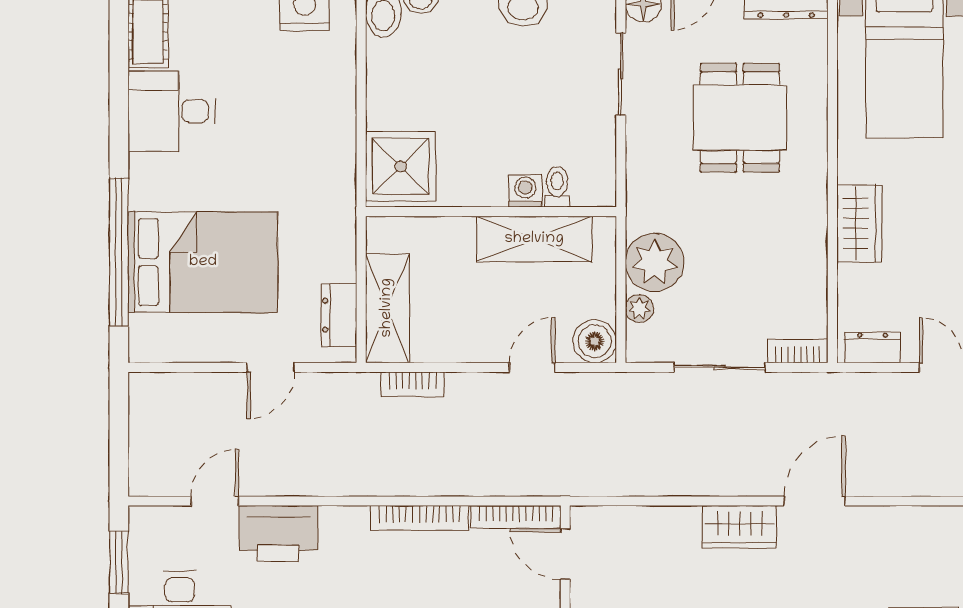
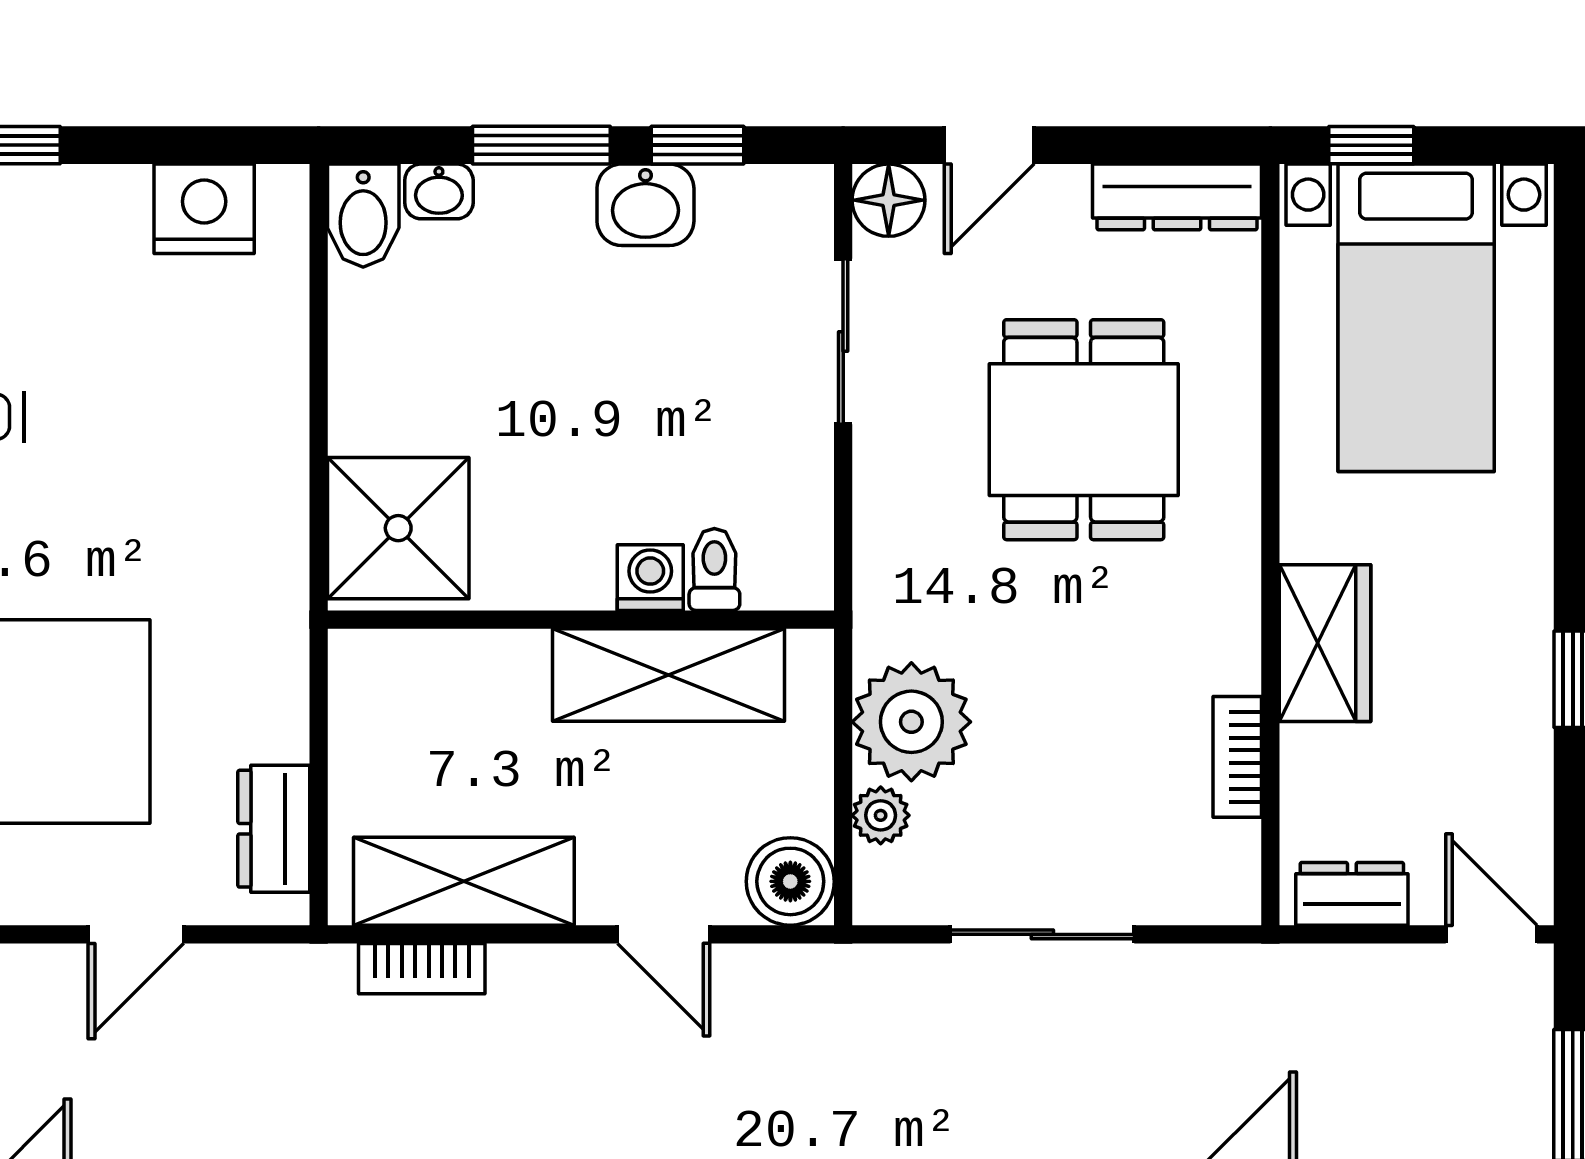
shelving: (387, 308) -> (464, 881), moved, turned 90
bookcase: (798, 351) -> (1237, 757), moved, turned -90
door: (532, 367) -> (664, 934), swing flipped

